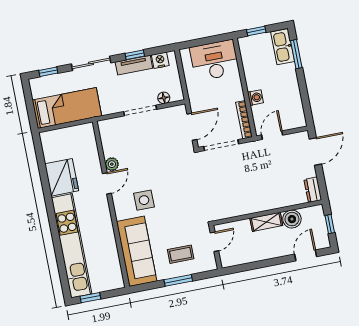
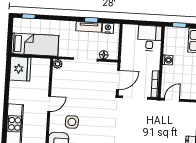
desk: (214, 60) -> (150, 38), width x0.73
sliding door: (91, 63) -> (60, 18), removed
washing machine: (255, 98) -> (168, 60), moved
plant: (112, 164) -> (58, 64), moved
fridge: (62, 177) -> (20, 69), moved

